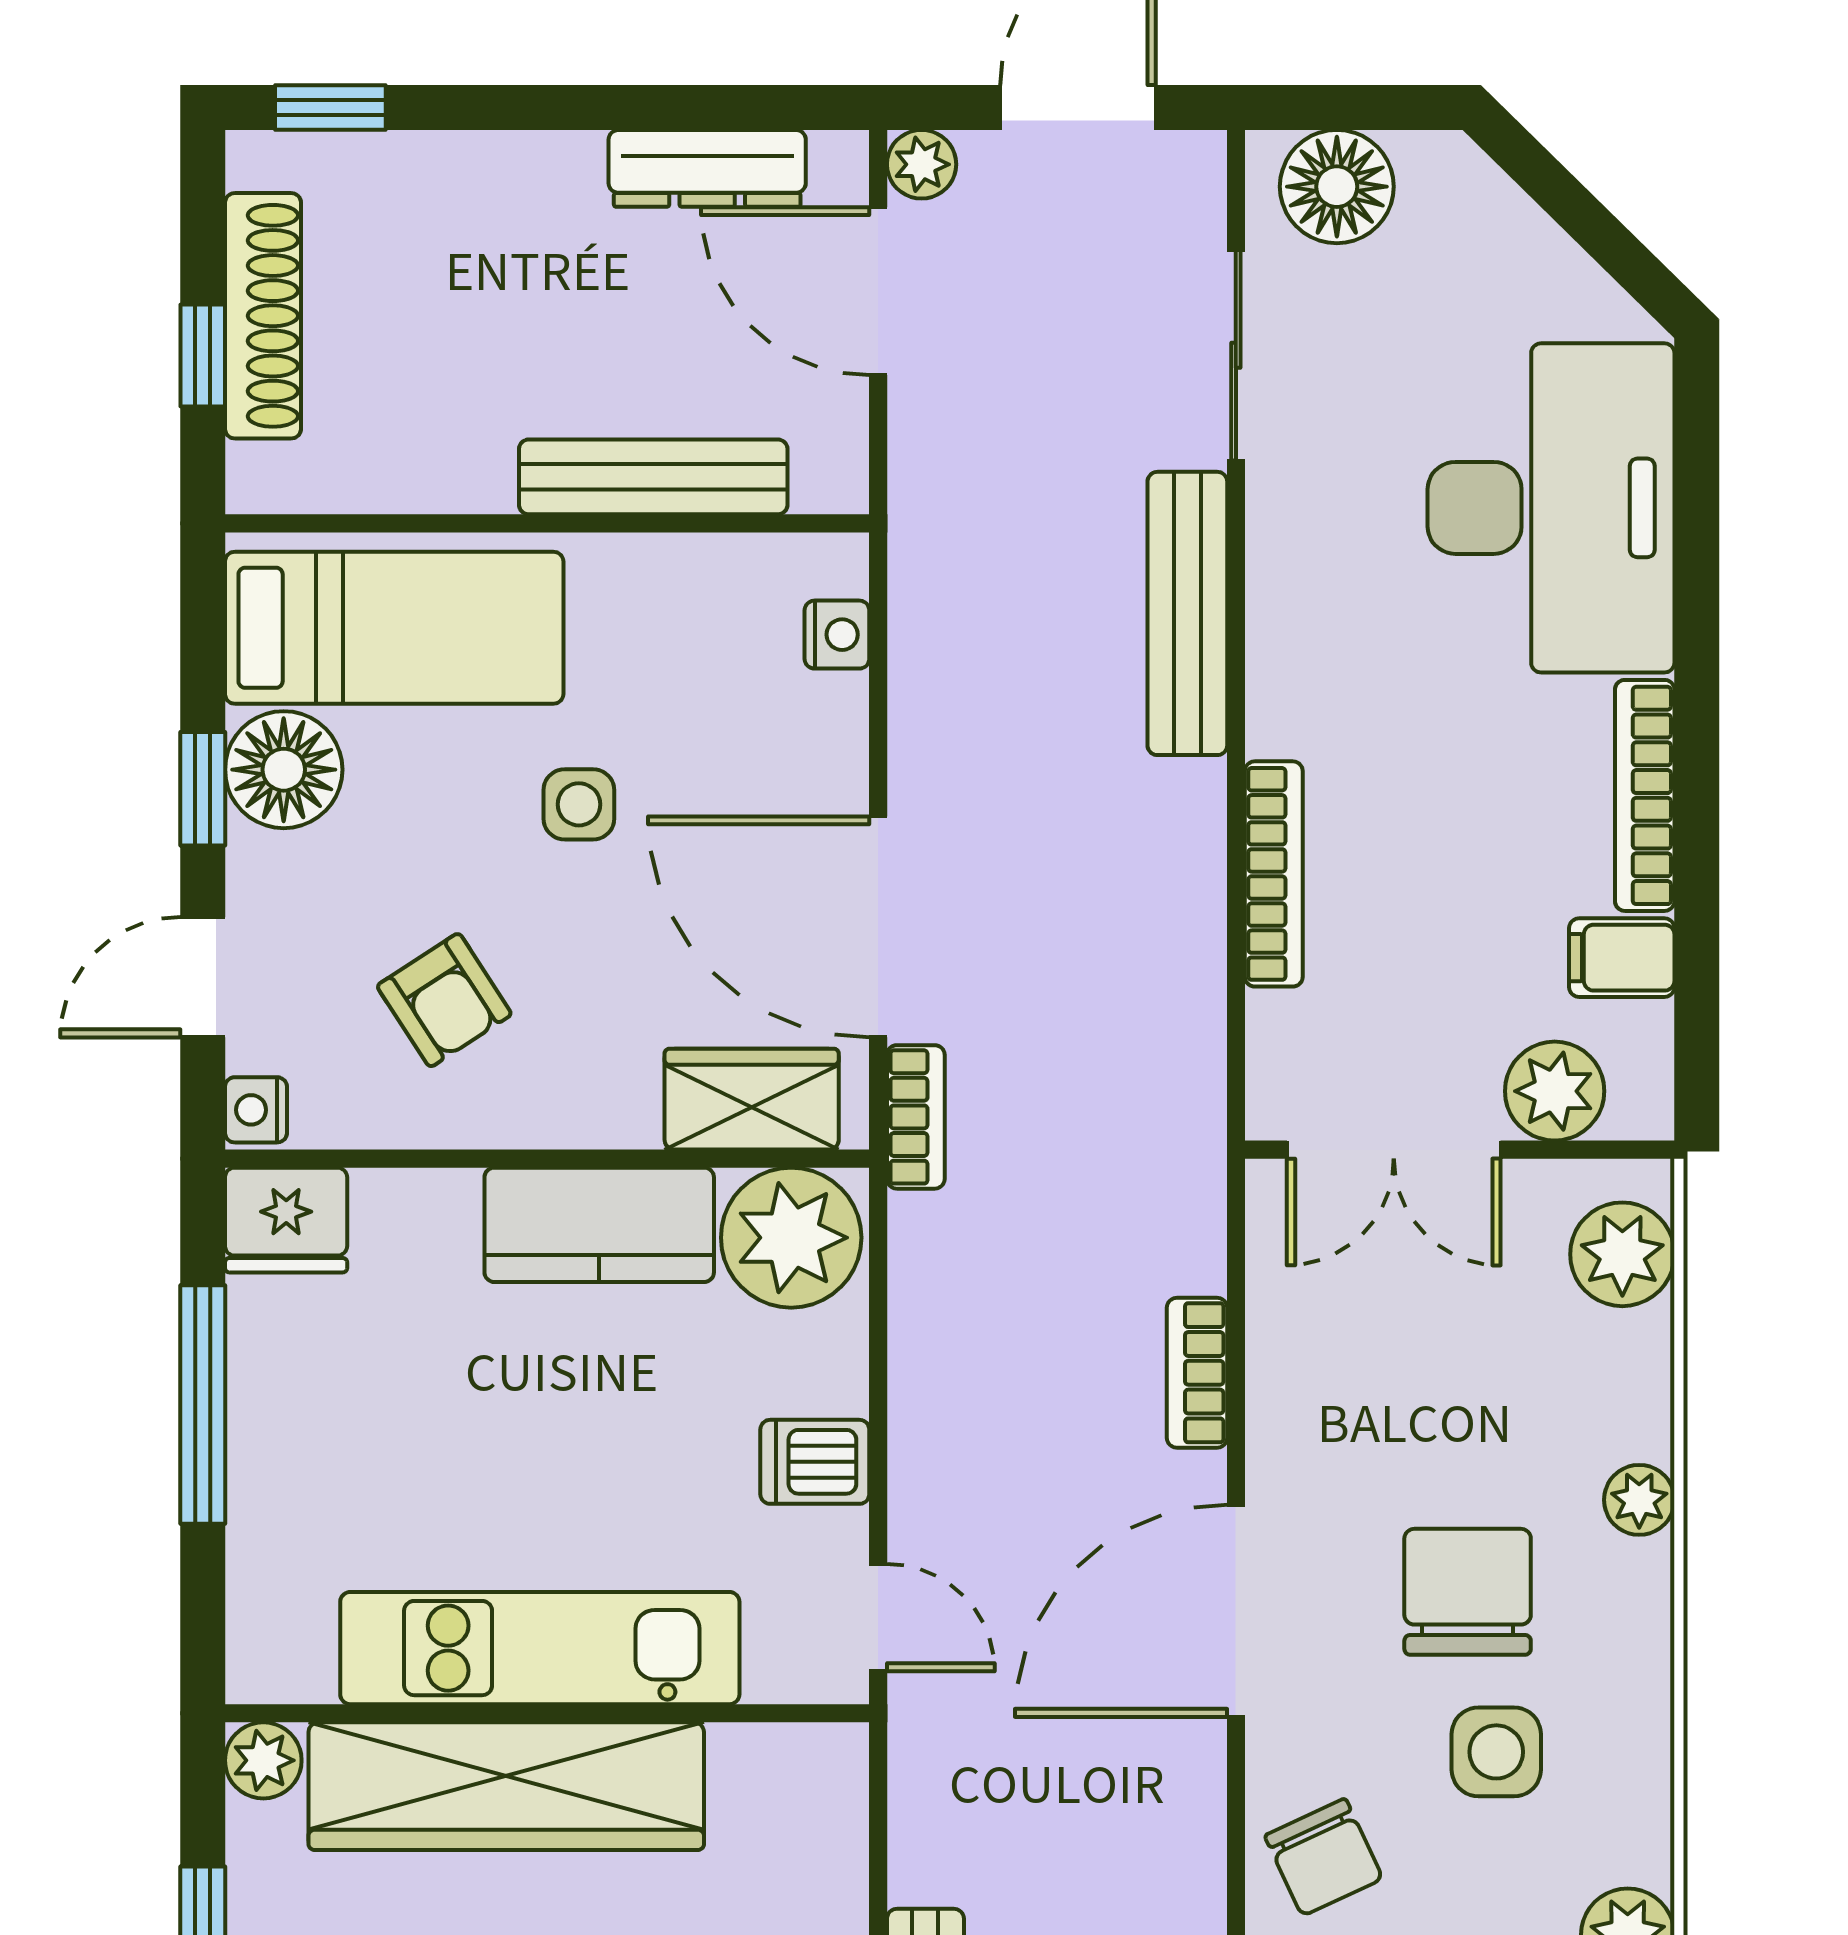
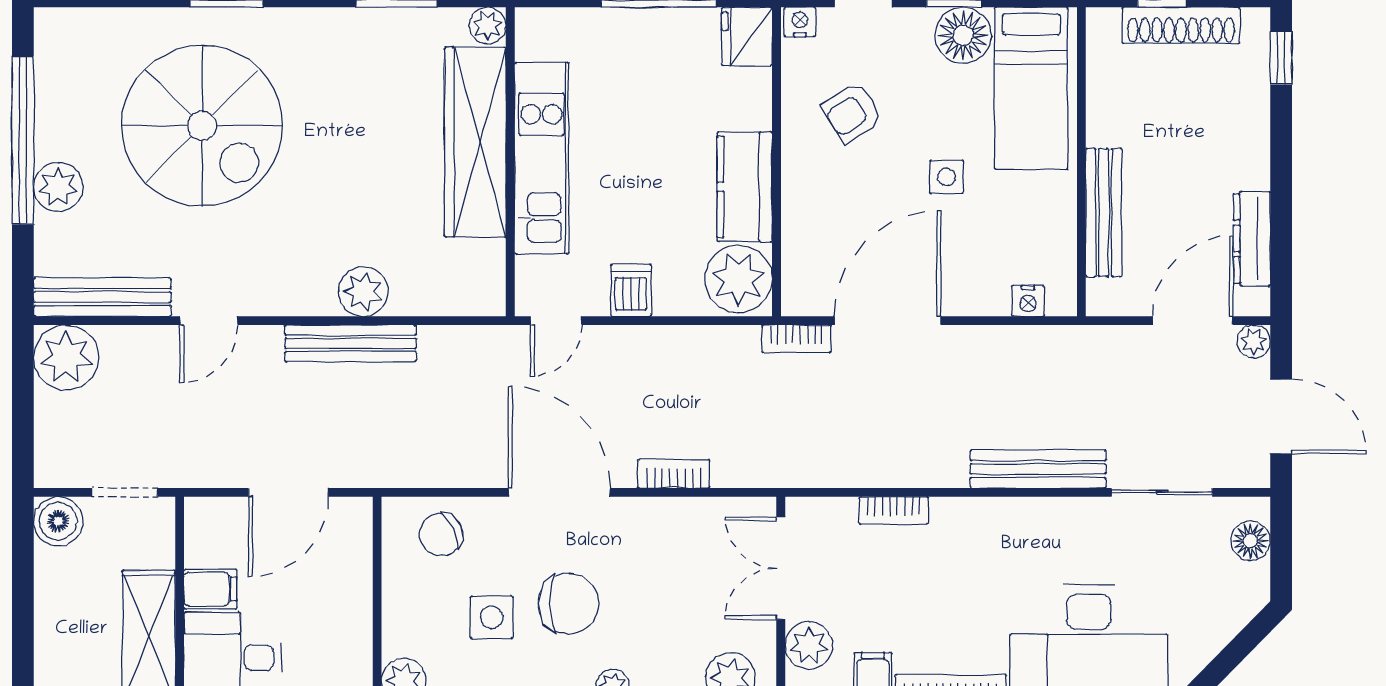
floor lamp: (1337, 187) -> (1250, 541), width x0.73, depth x0.73
bookcase: (1274, 874) -> (894, 511), width x0.64
wardrobe: (752, 1099) -> (805, 260), removed

